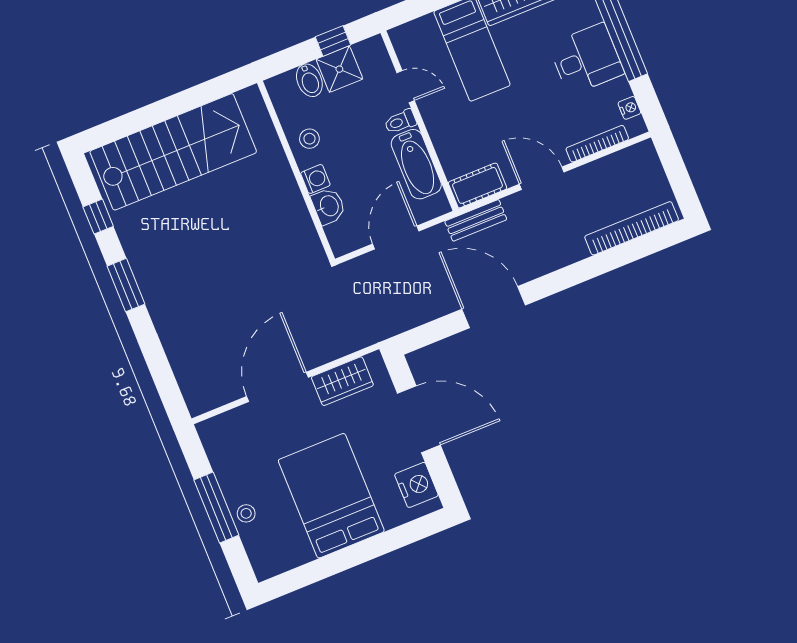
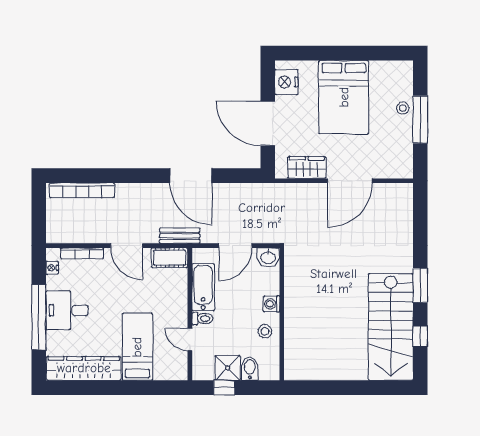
stairs: (173, 152) -> (391, 327), moved, turned -90
washbasin: (329, 206) -> (268, 257), moved, turned -90

